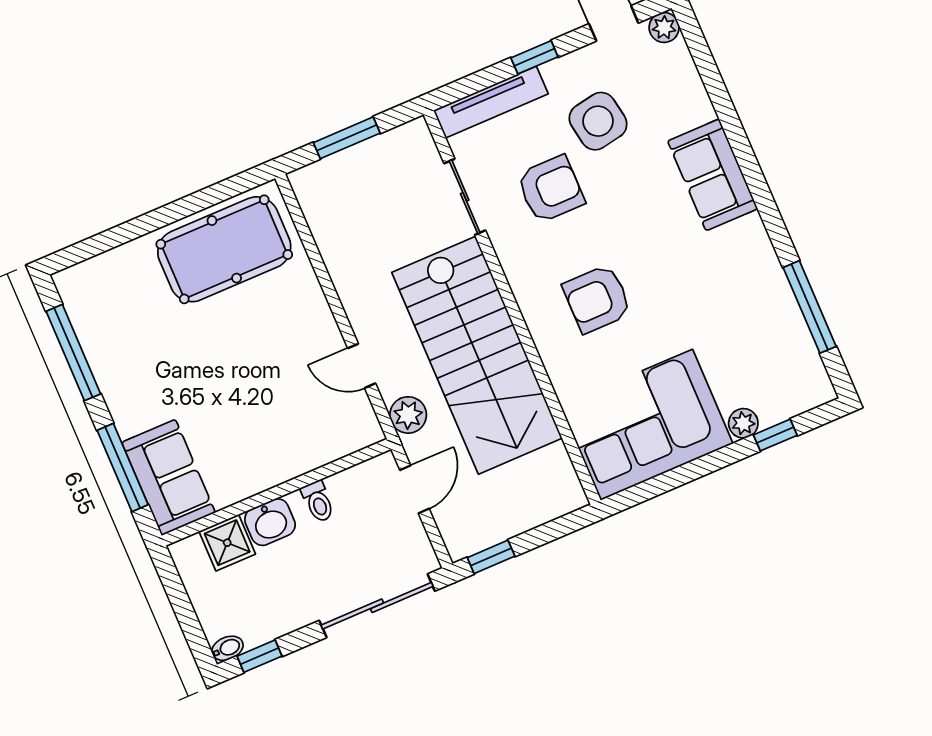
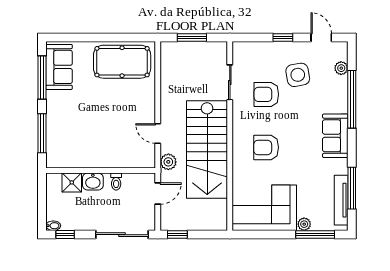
plant: (664, 28) -> (341, 68), moved
tv unit: (491, 102) -> (341, 200), moved, turned 90
window: (731, 124) -> (352, 99), added
sofa: (713, 175) -> (335, 136), moved
armchair: (551, 189) -> (266, 94), turned 180
window: (775, 435) -> (315, 235), width x2.17
sofa: (168, 478) -> (59, 67), moved

